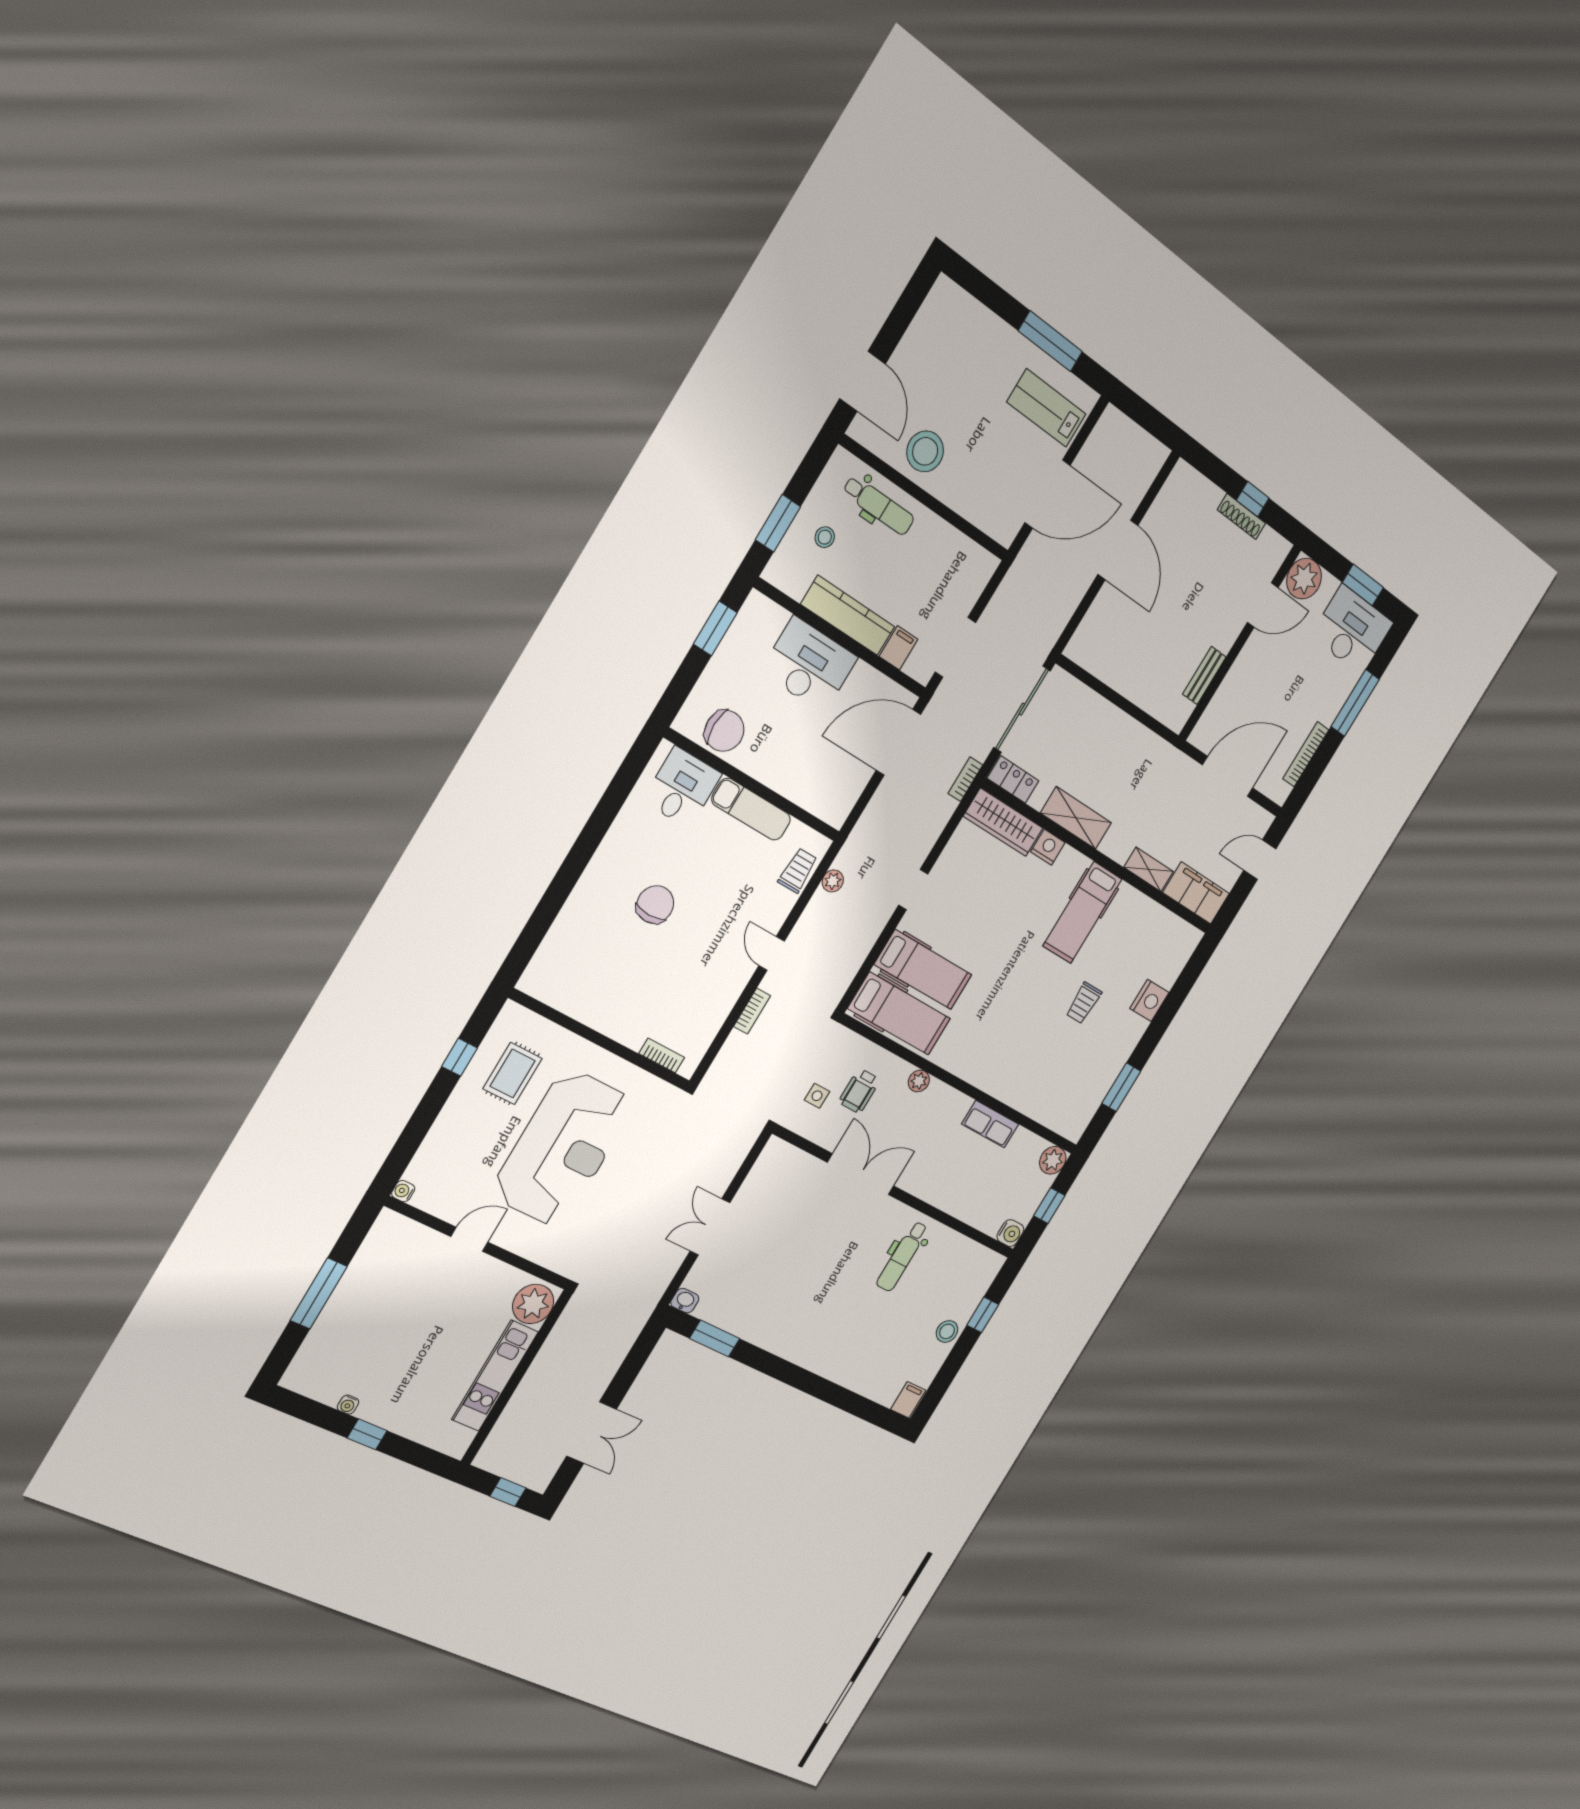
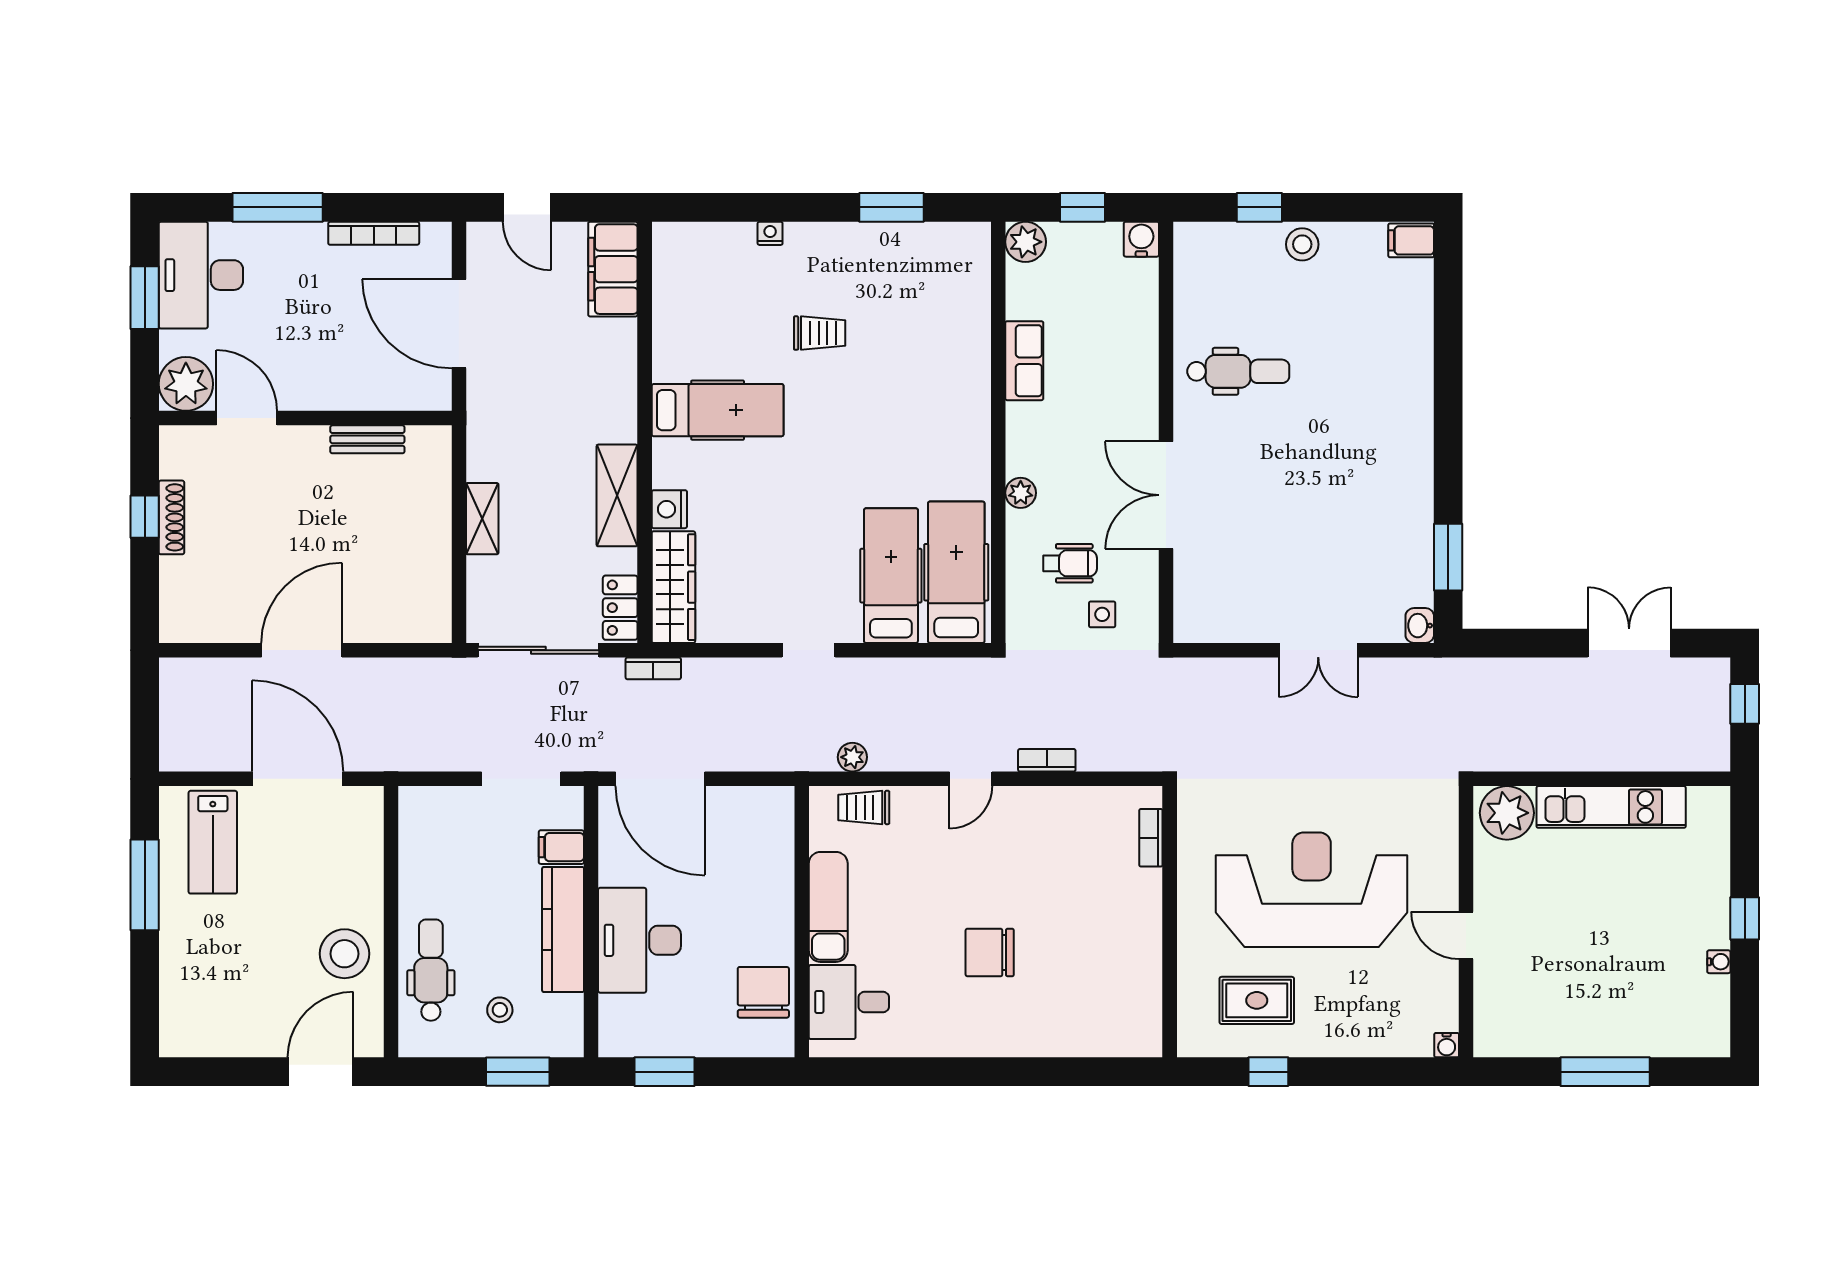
shelving: (1149, 869) -> (482, 519), moved
nightstand: (1149, 1000) -> (770, 233), width x0.53, depth x0.56

